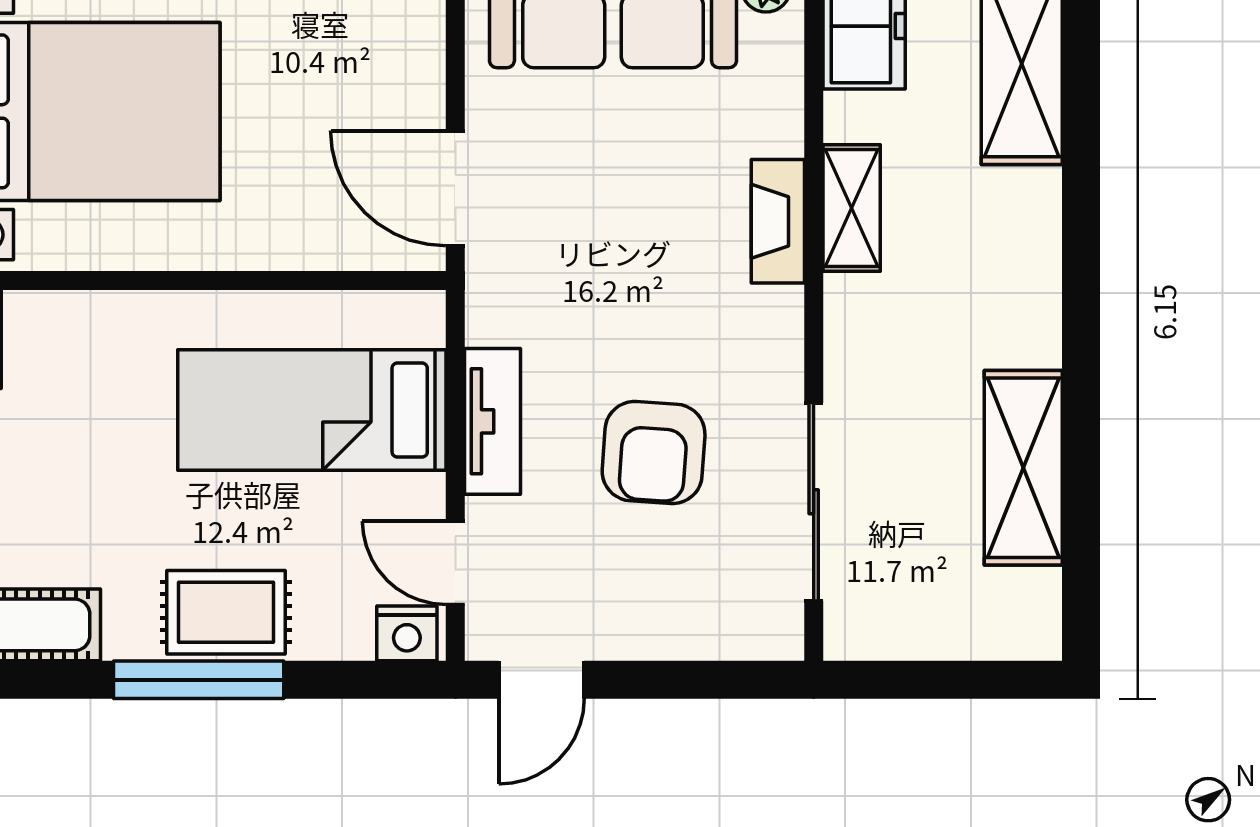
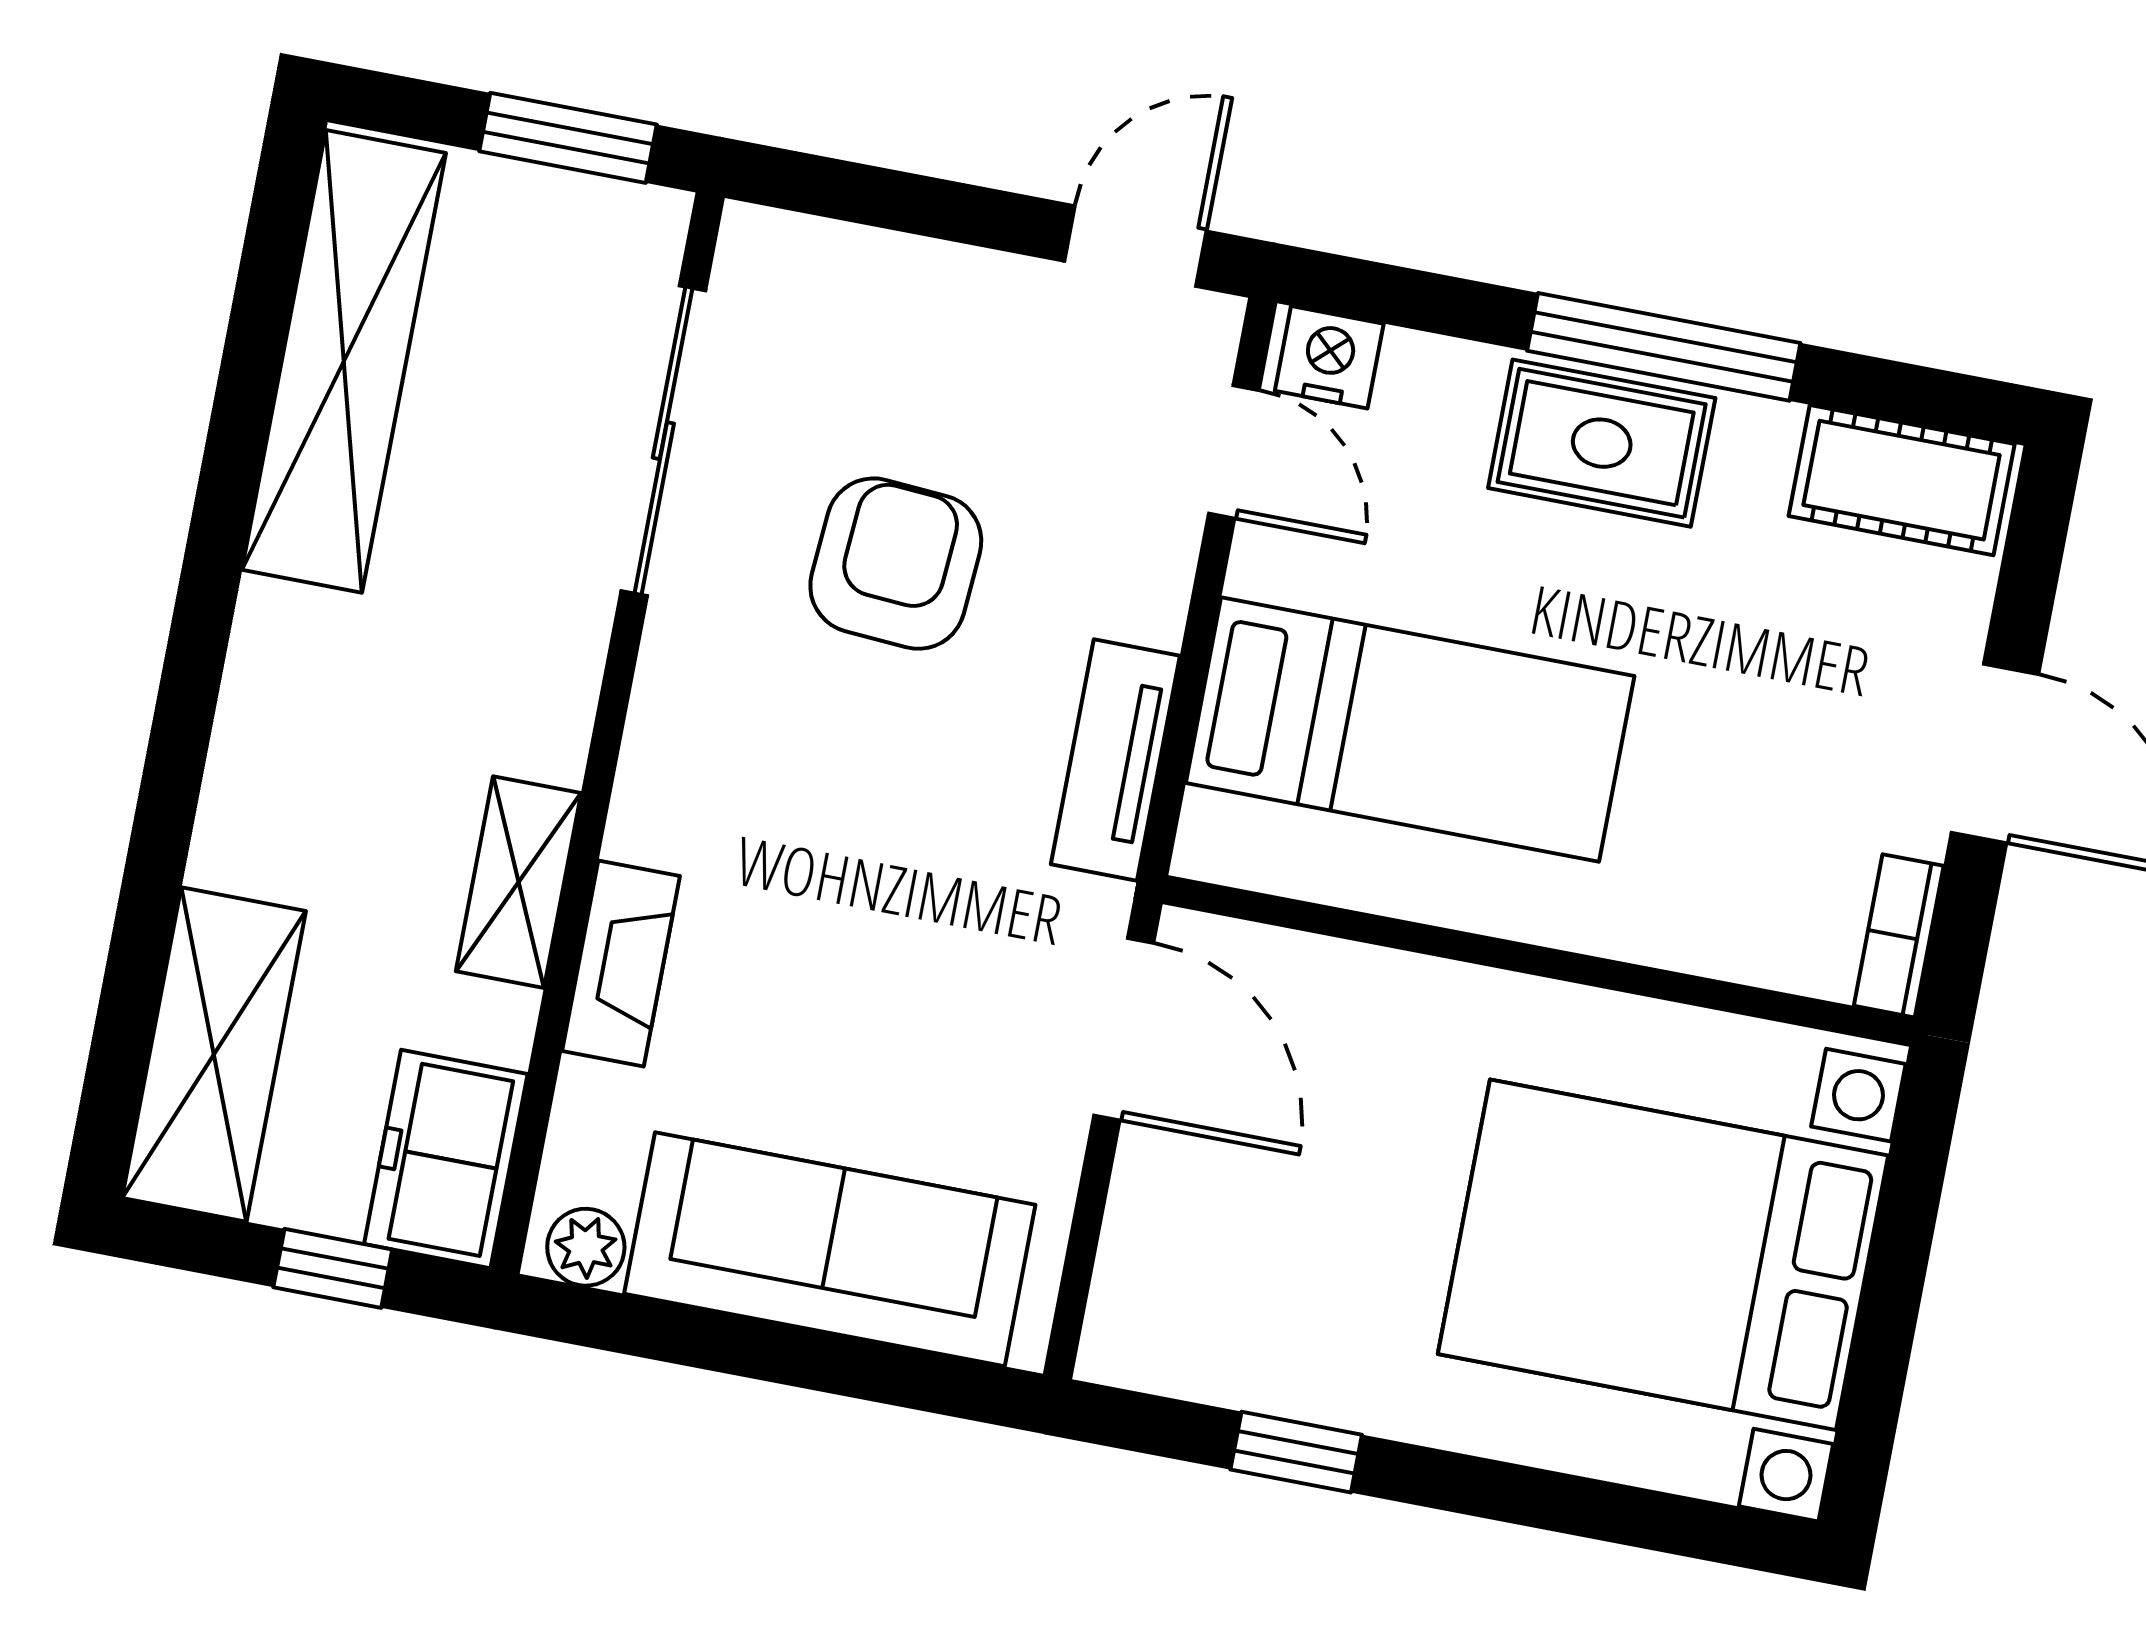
fireplace: (778, 221) -> (621, 964), moved
tv unit: (493, 421) -> (1115, 760), moved
shelving: (1023, 468) -> (344, 361), width x1.47
window: (910, 680) -> (568, 138), added

